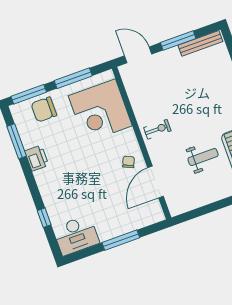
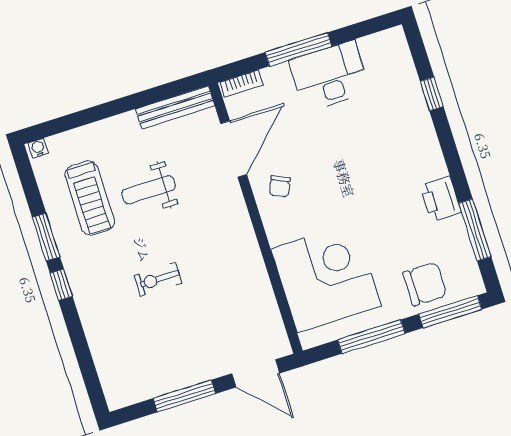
bench: (200, 43) -> (175, 107), moved
exercise bike: (157, 129) -> (158, 279), moved
bookcase: (152, 219) -> (242, 84), added
desk: (76, 235) -> (329, 76), moved

